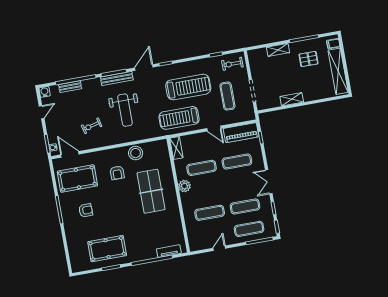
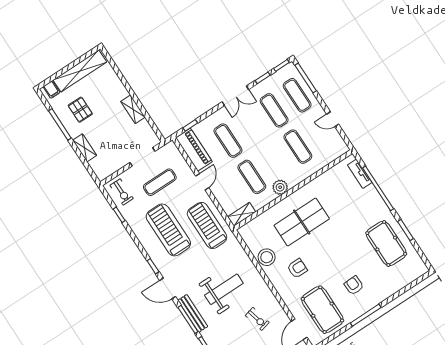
treadmill: (179, 118) -> (207, 225), turned 180

